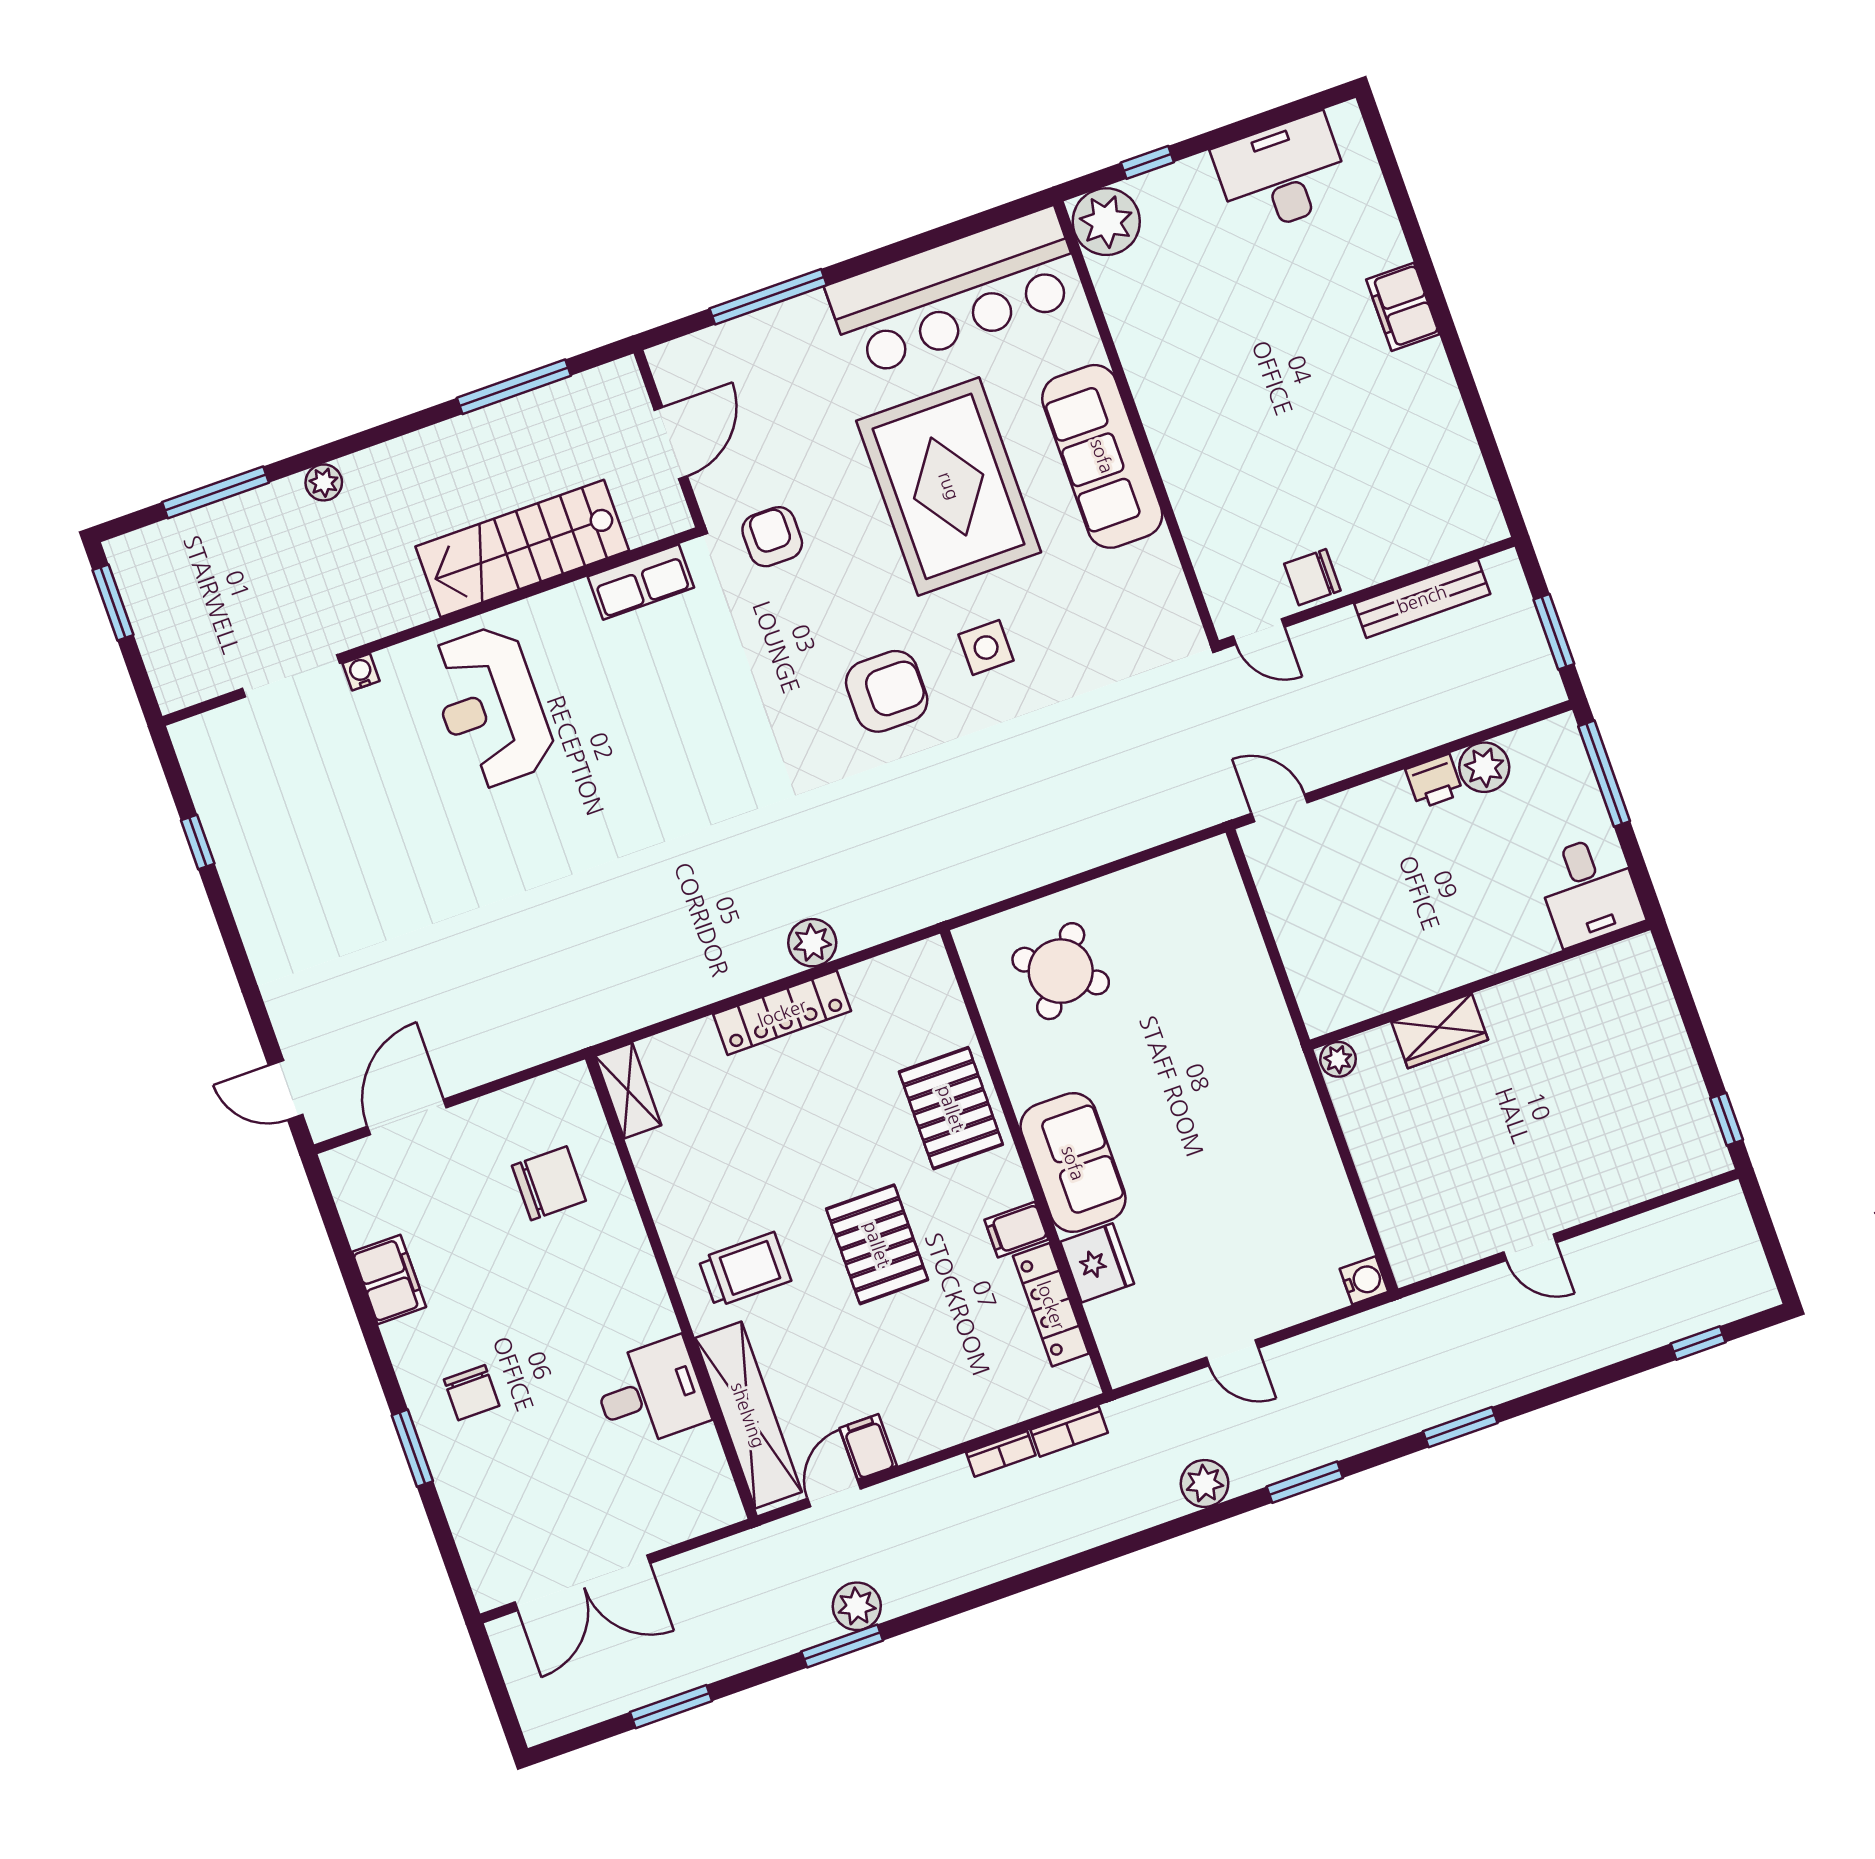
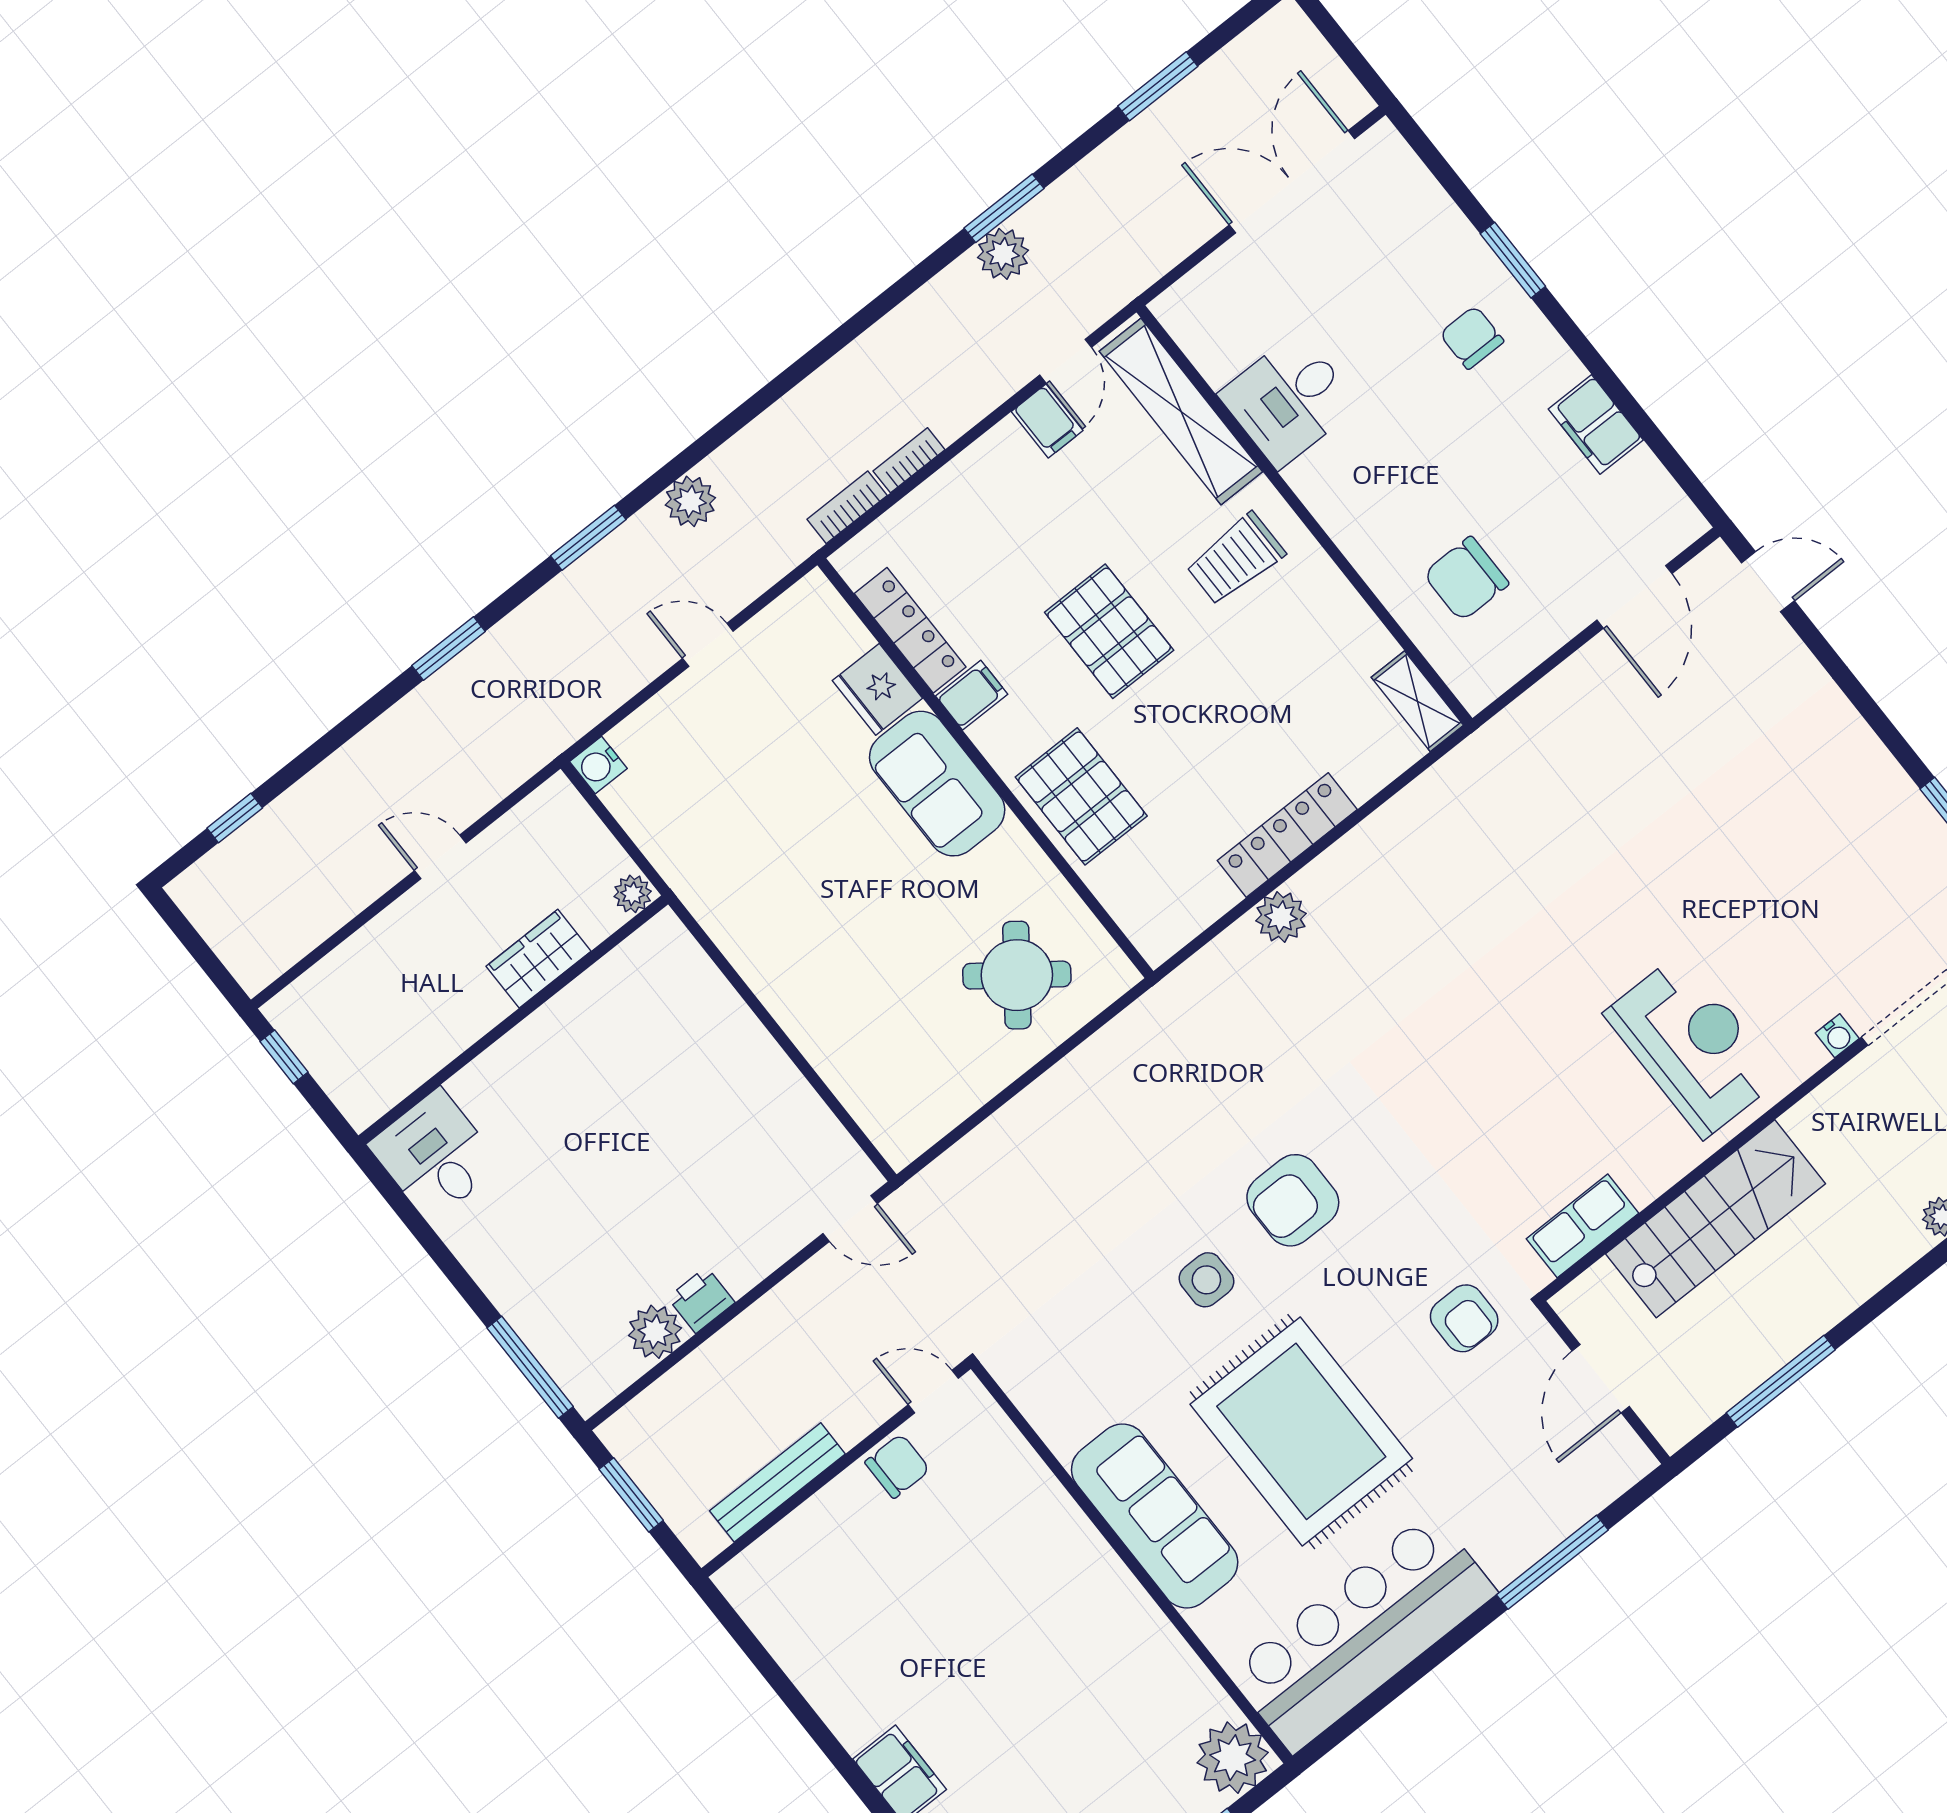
desk: (1589, 890) -> (435, 1155), moved
wall: (1480, 985) -> (513, 1020), moved
wardrobe: (1440, 1031) -> (538, 959), moved
plant: (1338, 1059) -> (633, 894), moved

